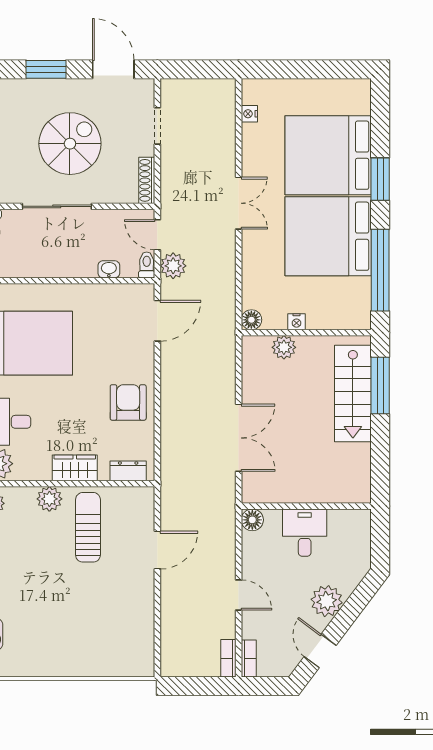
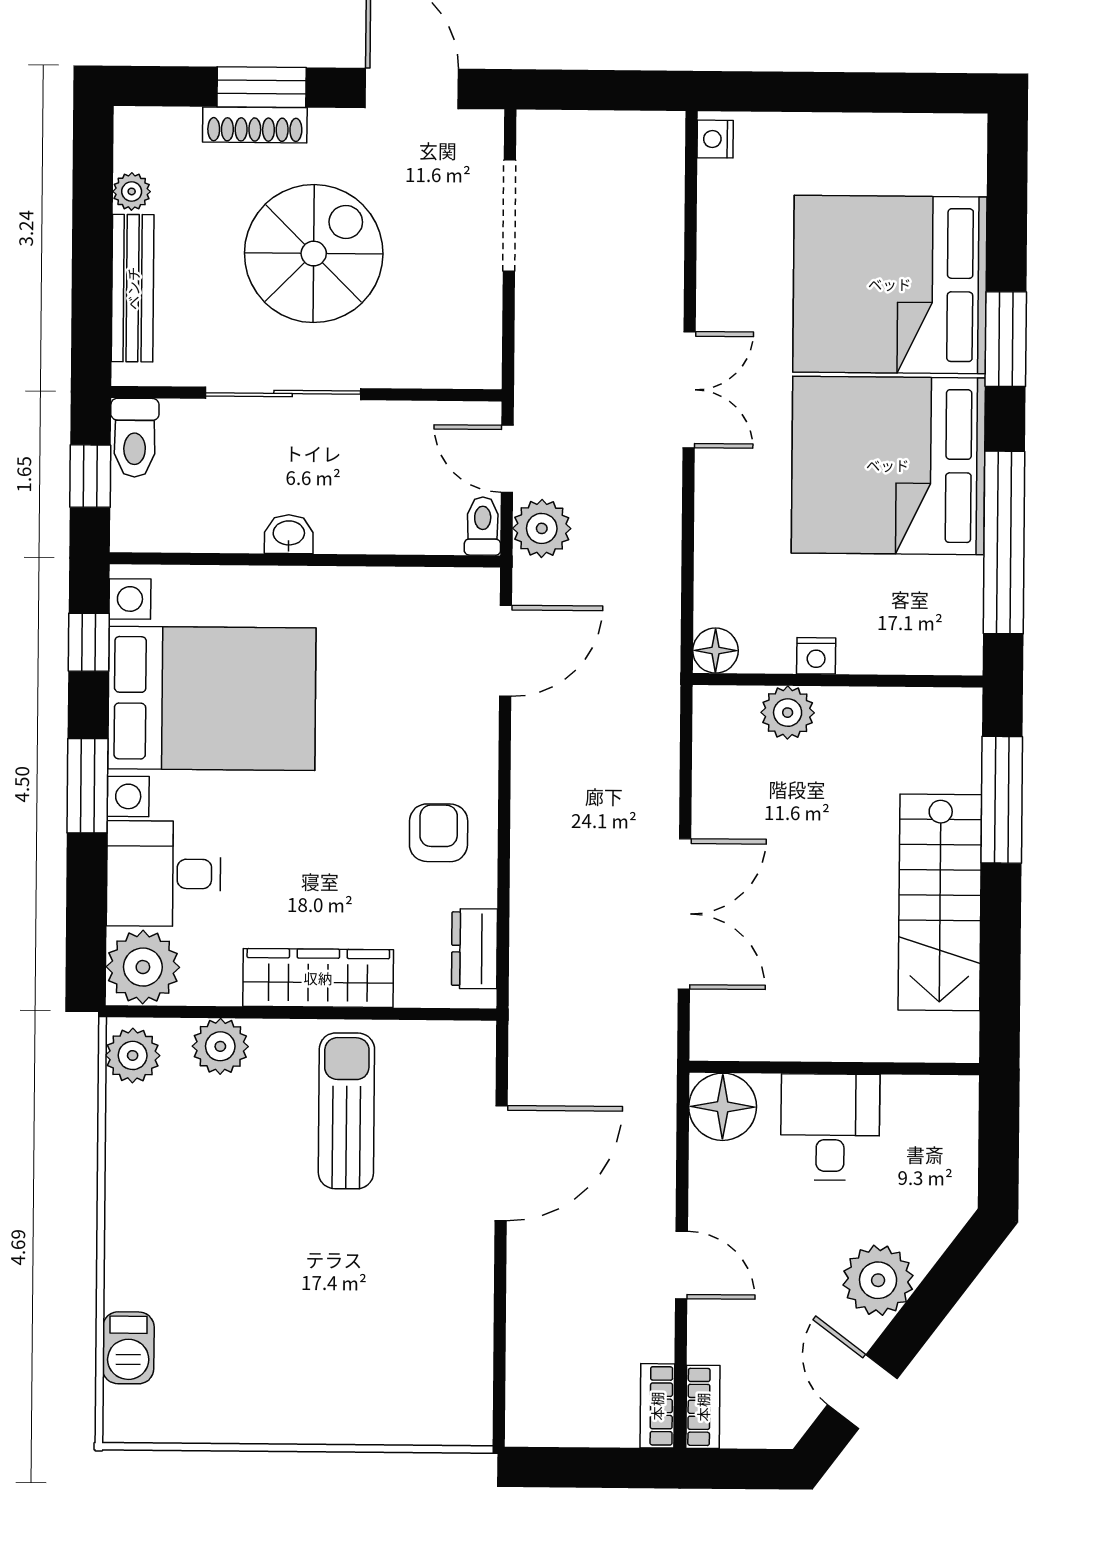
nightstand: (249, 114) -> (715, 139), moved
doorway: (157, 126) -> (509, 216), width x1.38
shoe rack: (147, 180) -> (255, 125), moved, turned -90
washbasin: (109, 269) -> (289, 534), moved
stairs: (353, 393) -> (940, 902), moved
armchair: (128, 402) -> (439, 833), width x0.72, depth x0.72
wardrobe: (75, 468) -> (318, 978), width x1.50
dresser: (128, 471) -> (474, 949), moved, turned -90
plant: (49, 499) -> (220, 1046), moved
floor lamp: (252, 520) -> (723, 1107), width x1.38, depth x1.38
door: (157, 550) -> (501, 1163), width x1.36

